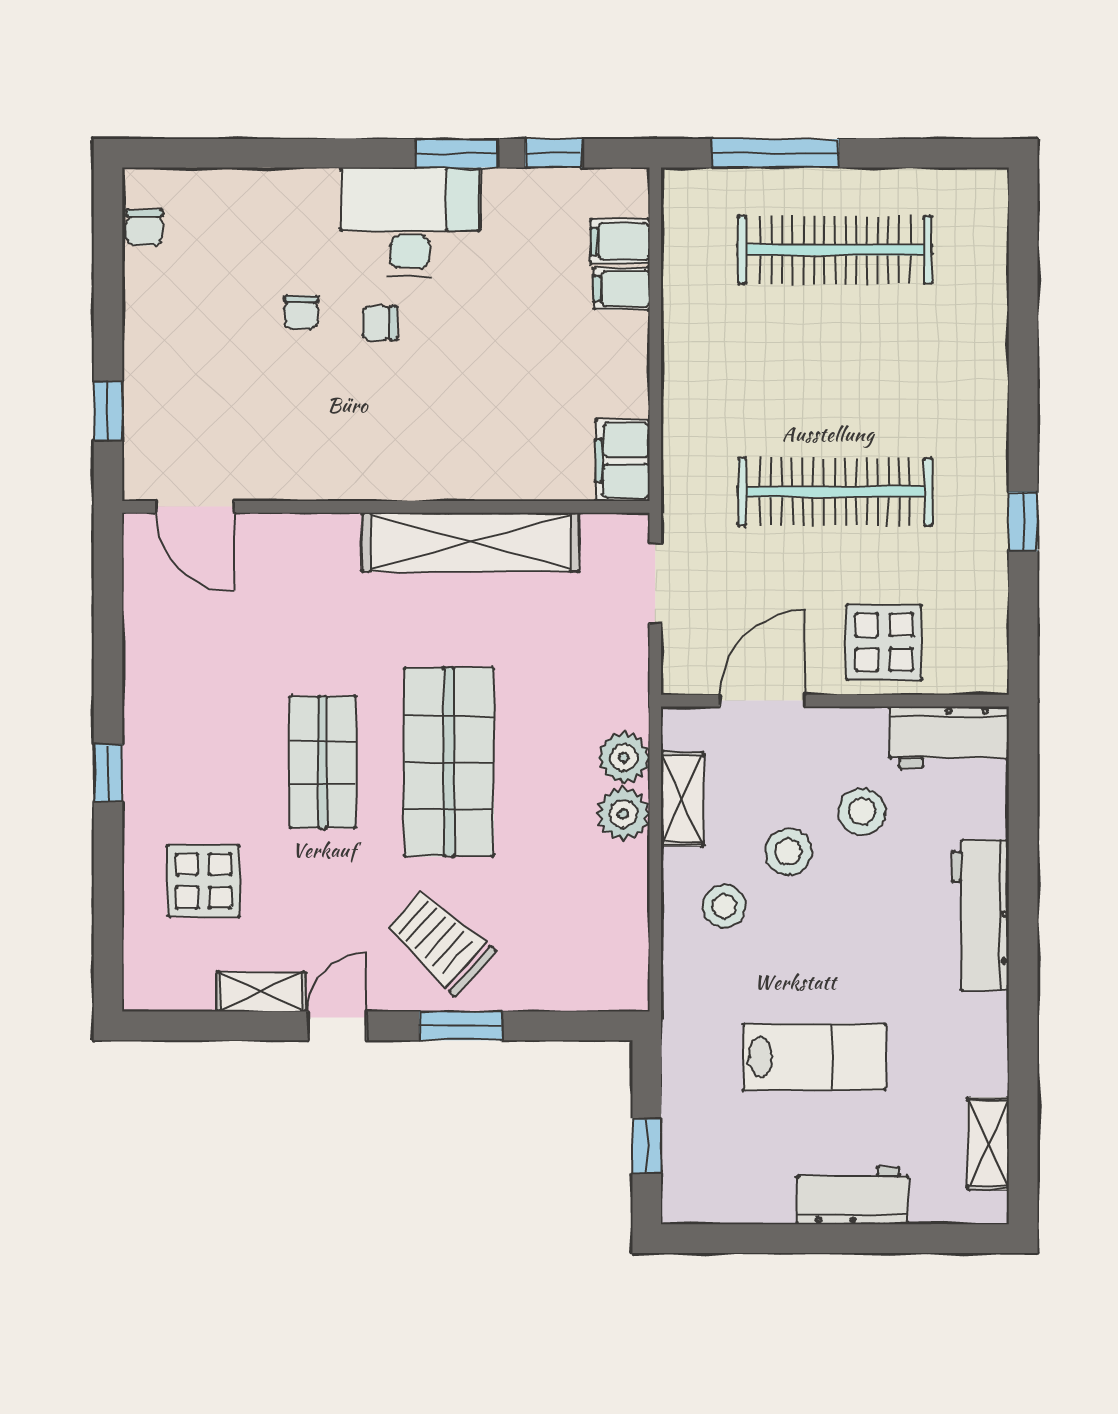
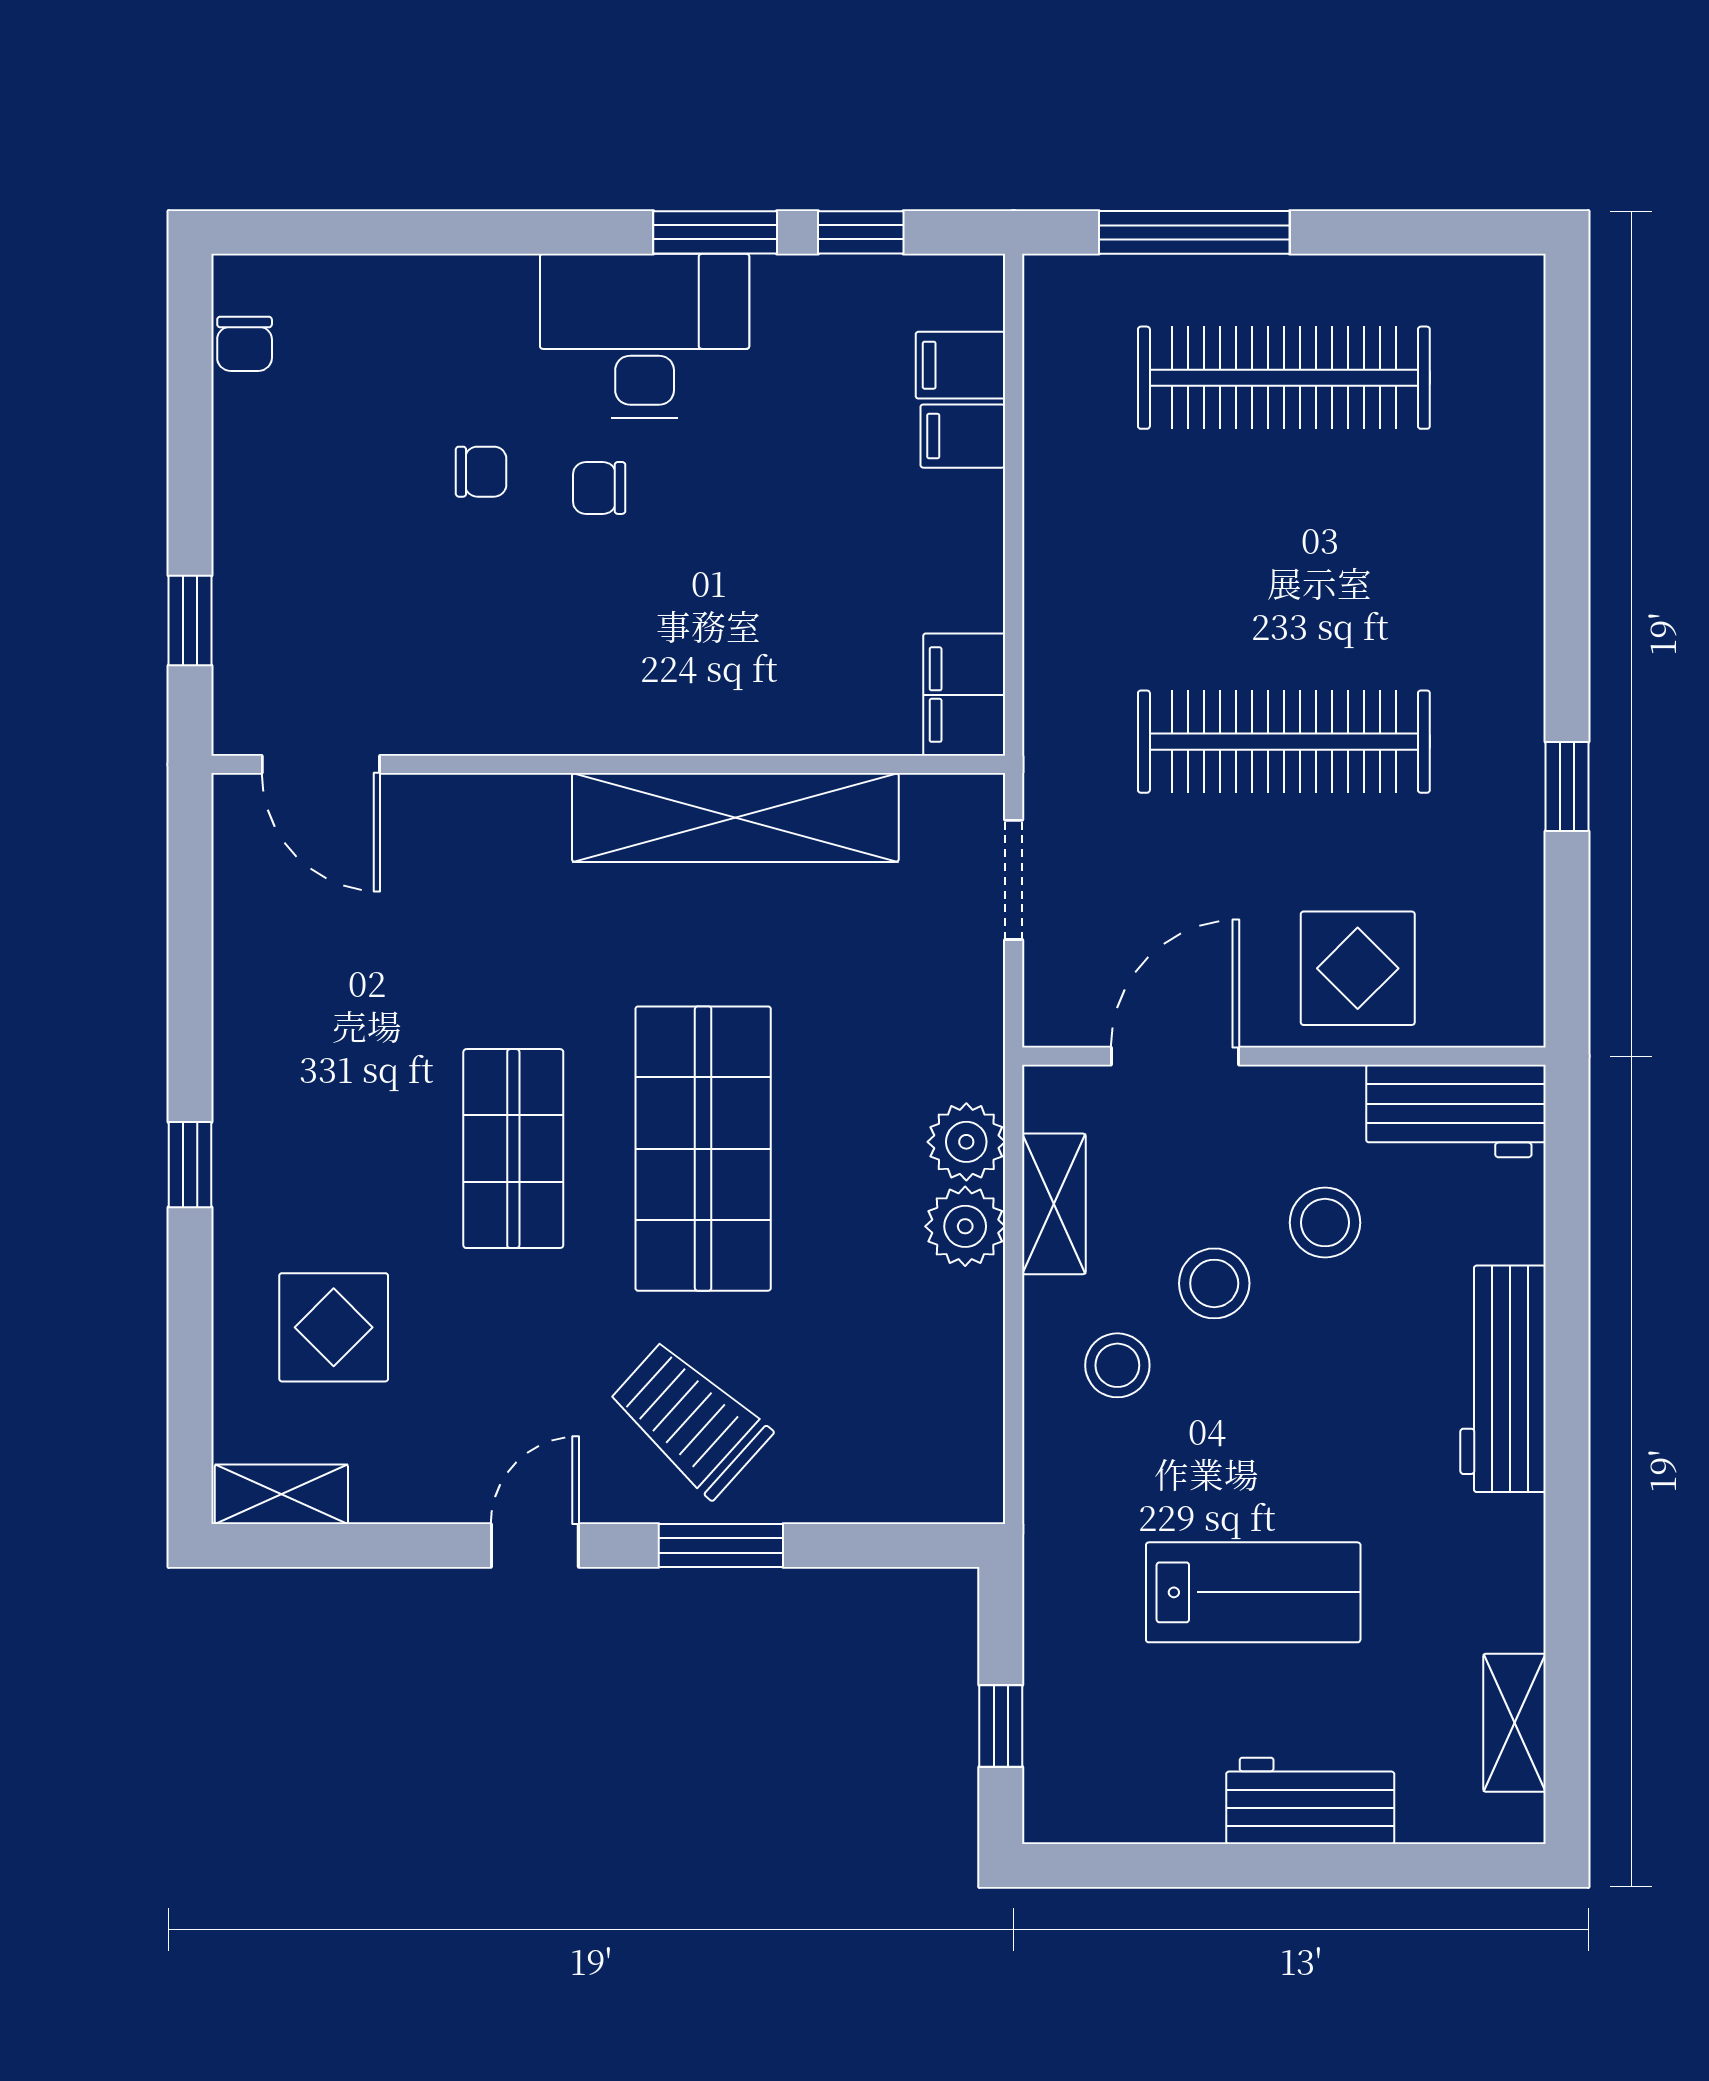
chair: (301, 312) -> (481, 472), turned -90
shelving: (261, 992) -> (281, 1494), moved

